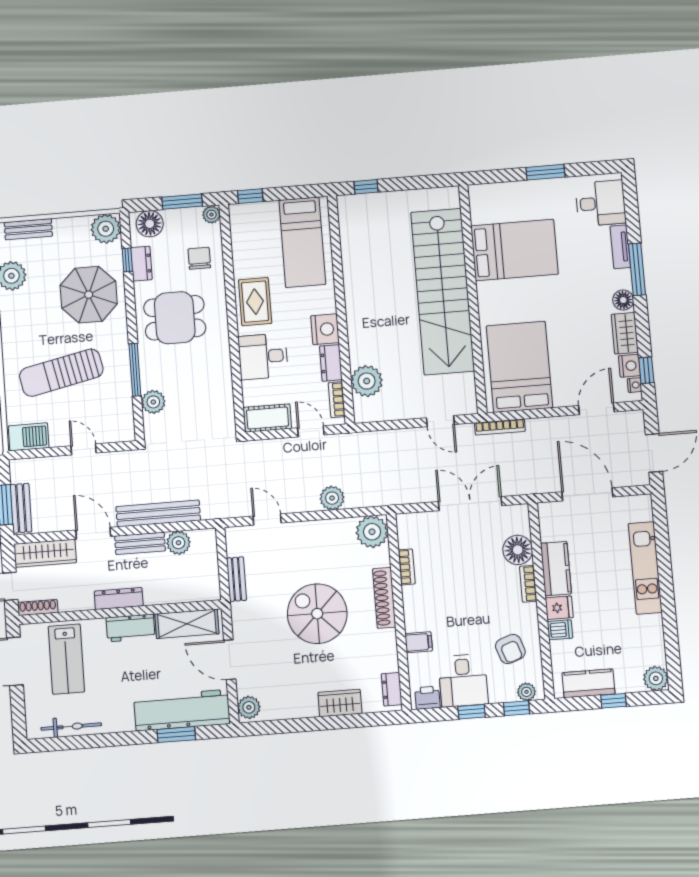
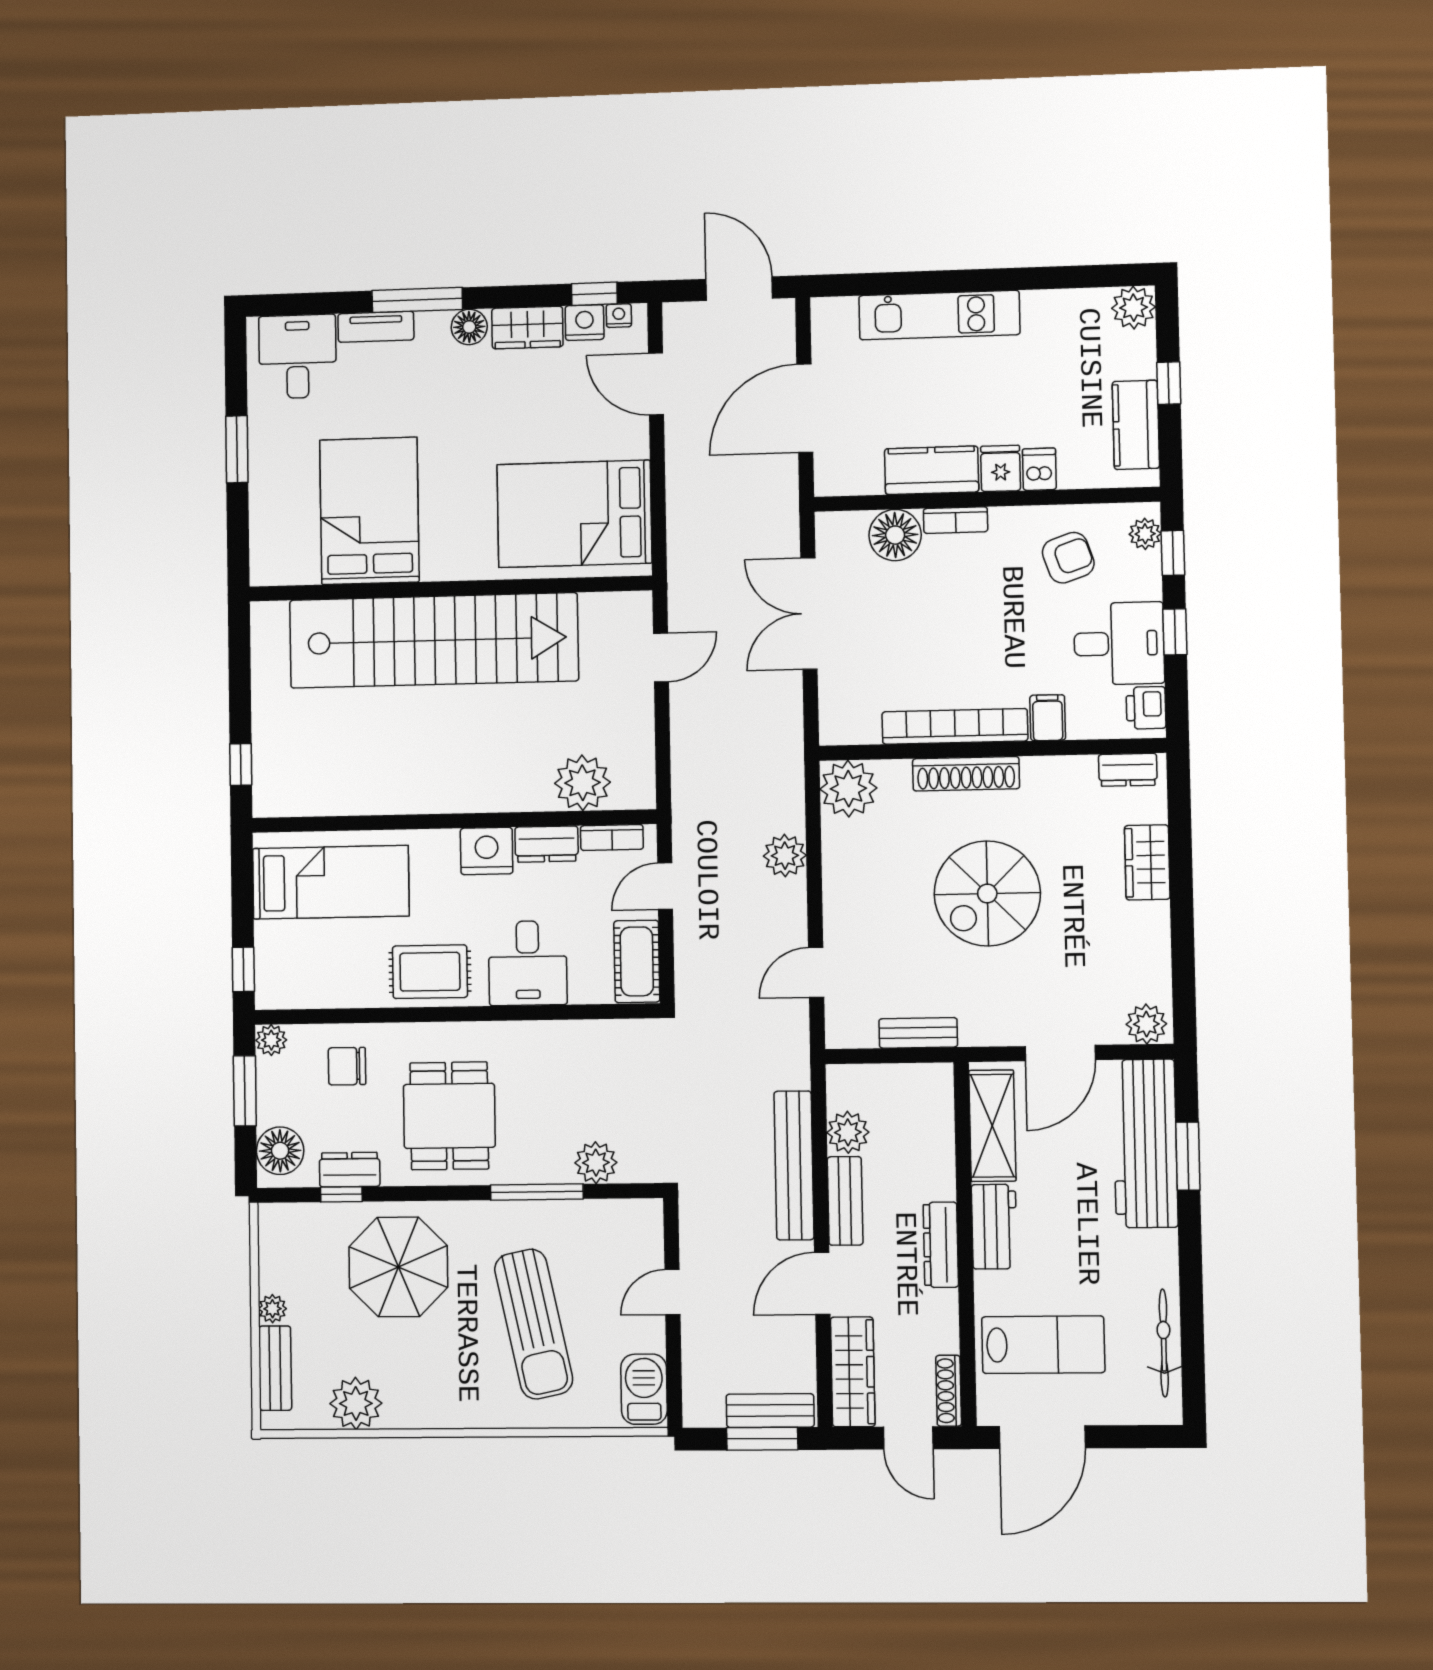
plant: (106, 229) -> (272, 1309), moved, width x0.53, depth x0.53
bookcase: (500, 427) -> (678, 554), removed
bookcase: (407, 567) -> (955, 726), width x2.31, depth x1.31

